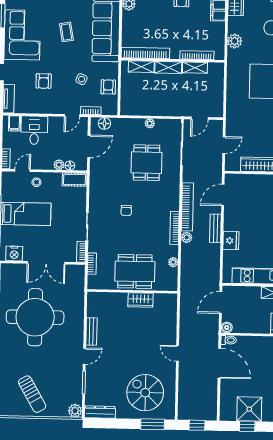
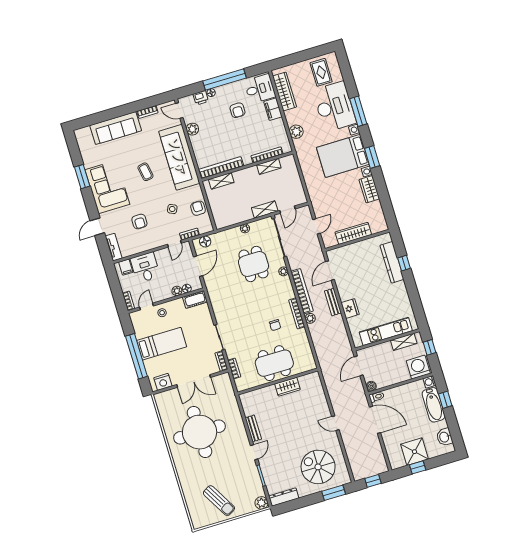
shelving: (168, 67) -> (265, 209), moved
chair: (126, 210) -> (275, 325), moved
plant: (173, 262) -> (283, 271), moved

